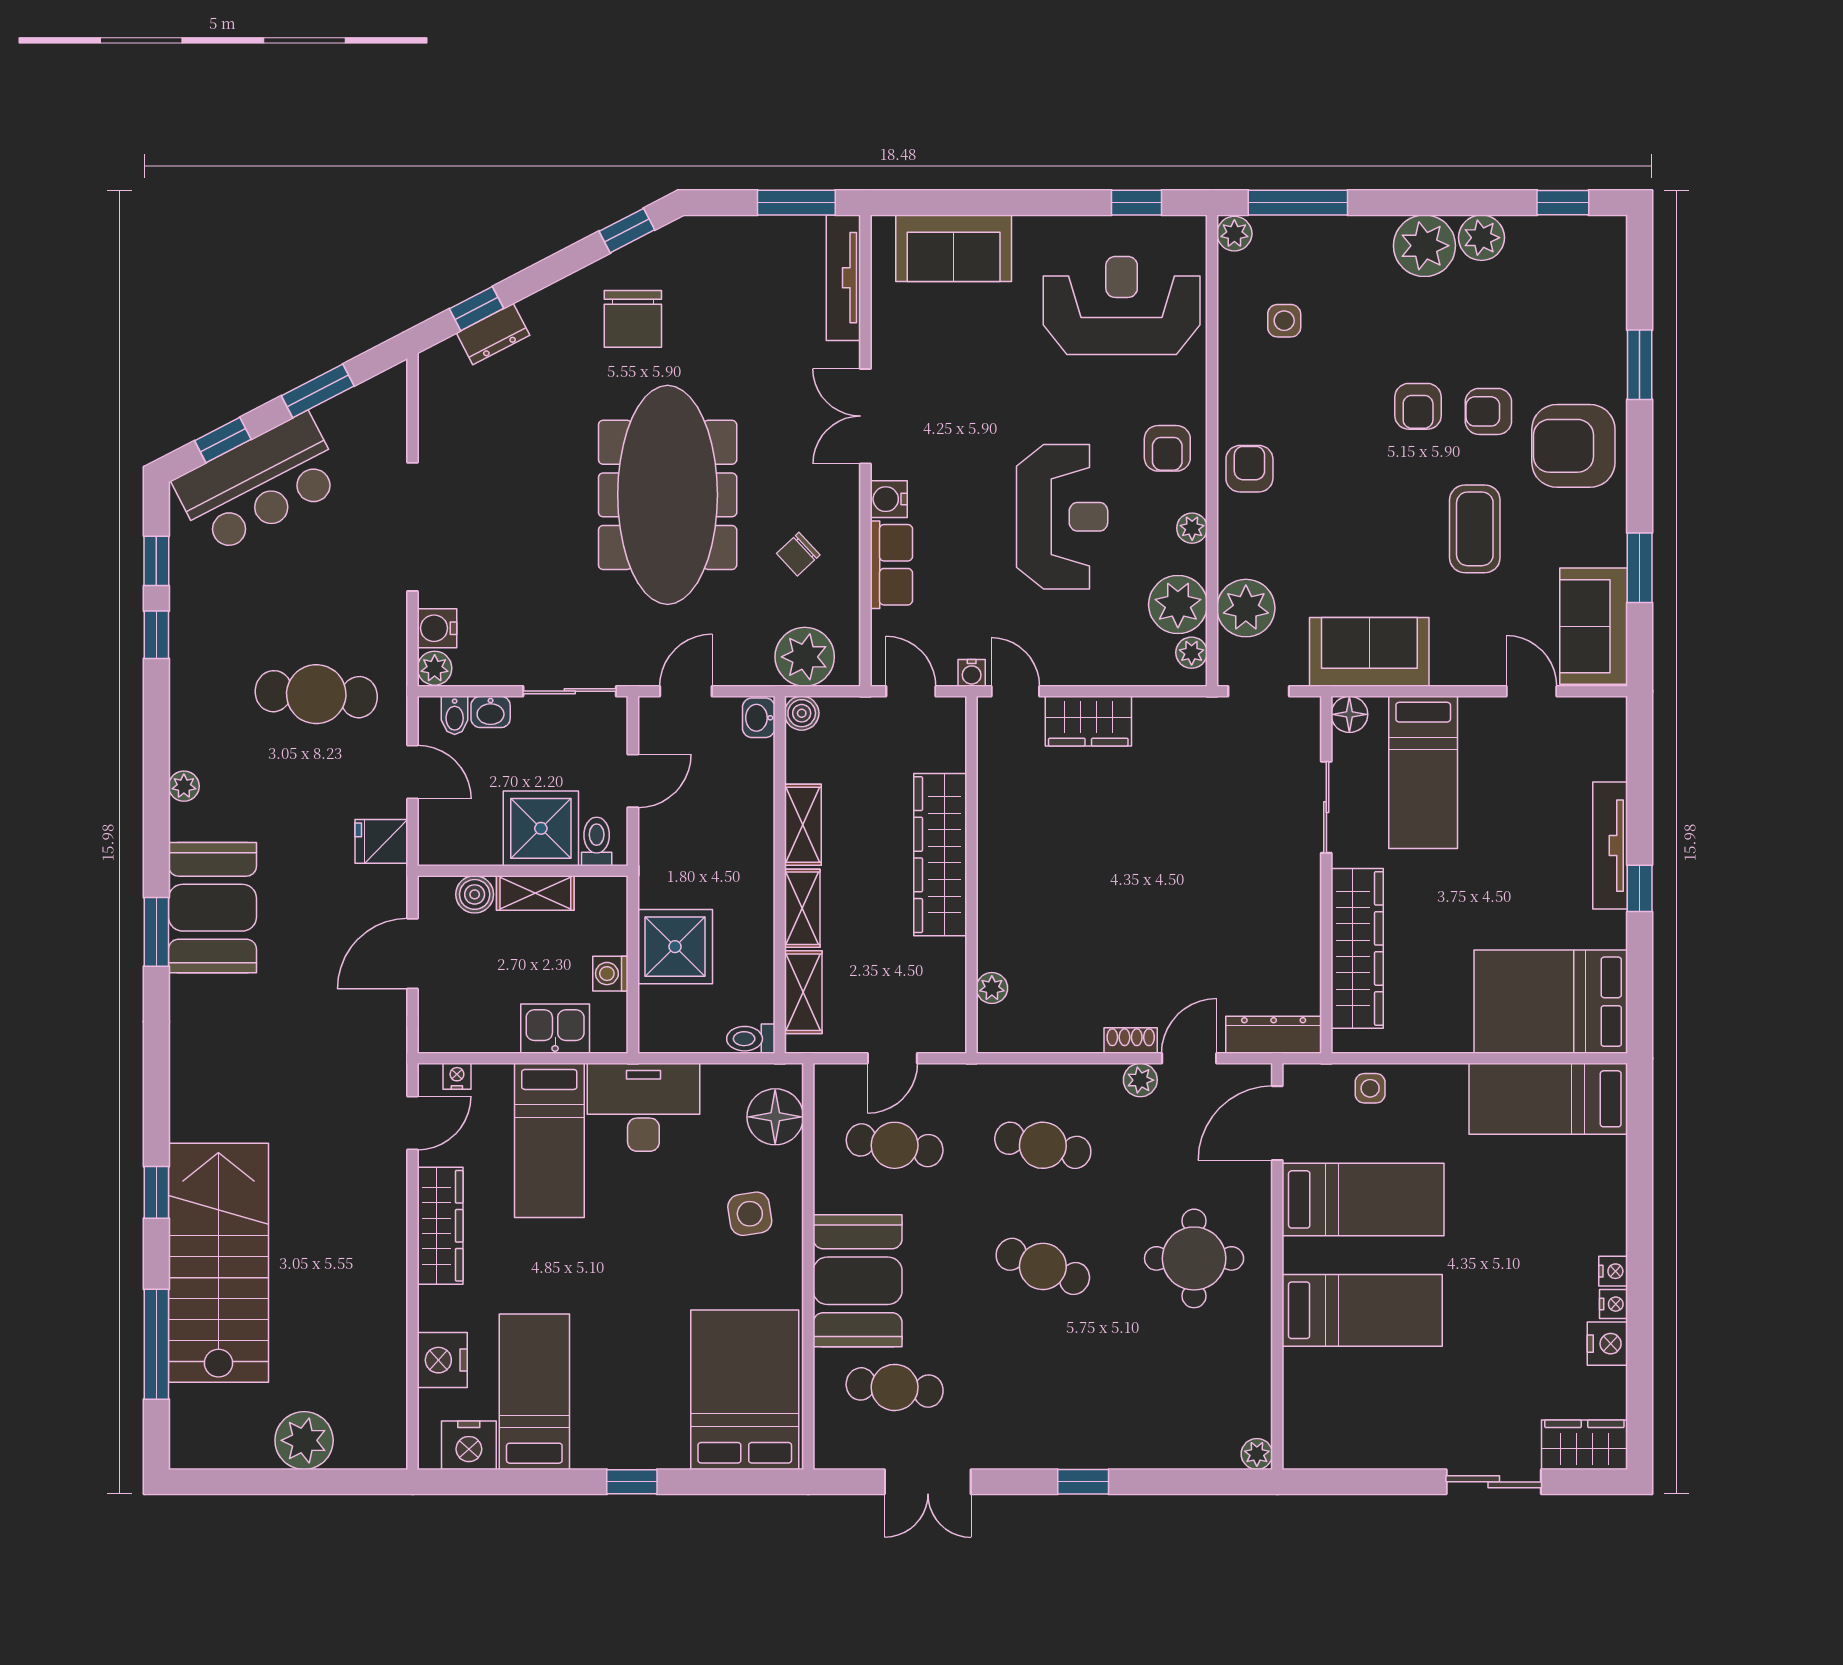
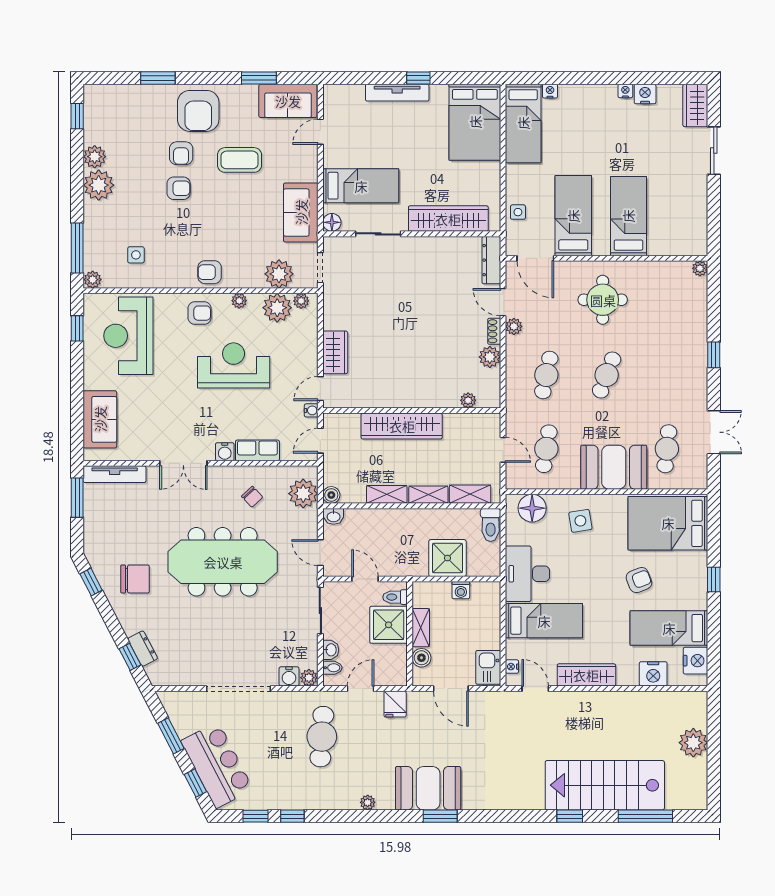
kitchen sink: (555, 1029) -> (488, 667), moved
plant: (1079, 1032) -> (490, 357), added
toilet: (751, 1039) -> (491, 525), width x1.37, depth x1.39
nightstand: (1613, 1271) -> (550, 91), moved
armchair: (631, 1331) -> (639, 580), added

